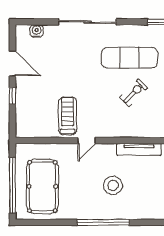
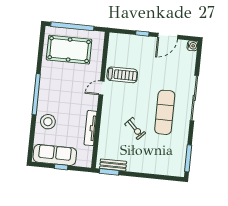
water cooler: (37, 31) -> (192, 46), moved
exercise mat: (130, 58) -> (165, 112), moved
door: (87, 140) -> (102, 88), hinge flipped
stool: (113, 185) -> (48, 122), moved

